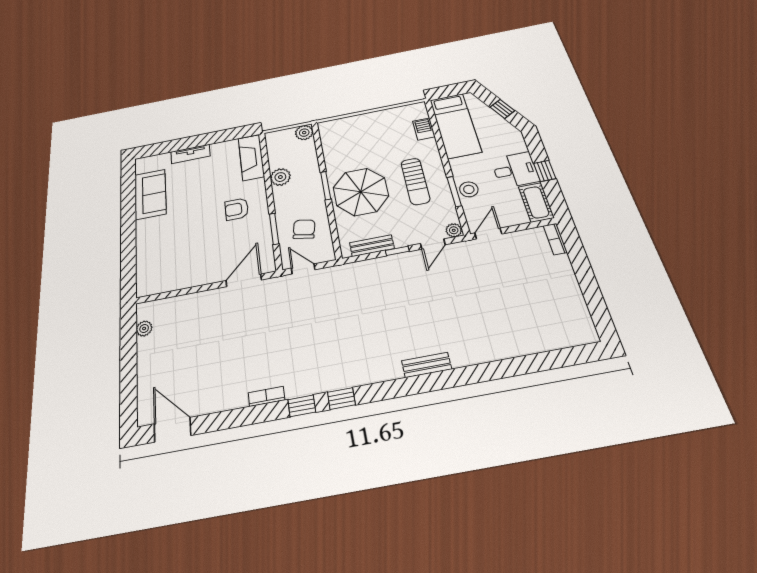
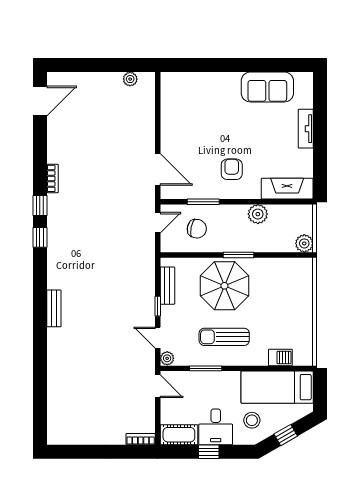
stool: (469, 189) -> (252, 420), moved

